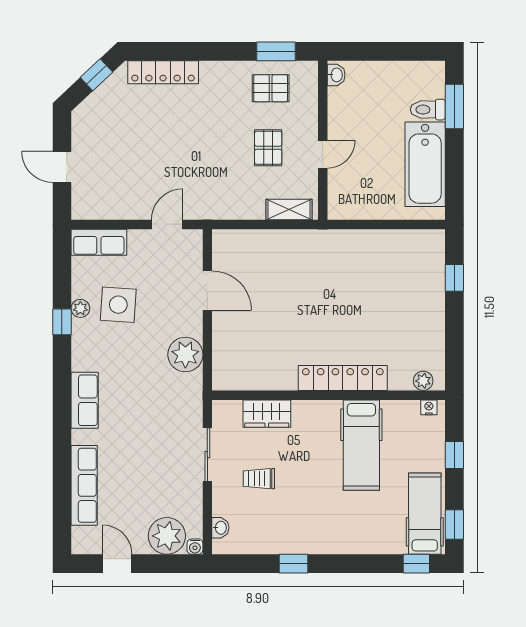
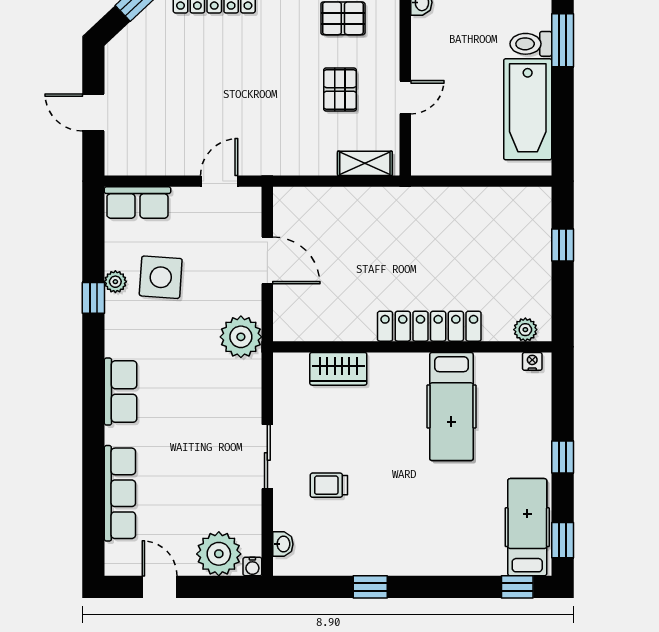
locker: (343, 378) -> (429, 326), moved
plant: (423, 381) -> (525, 330), moved
wall: (329, 395) -> (412, 347), moved
nightstand: (429, 407) -> (532, 361), moved
wardrobe: (267, 414) -> (338, 369), moved
hospital bed: (361, 445) -> (451, 406), moved

